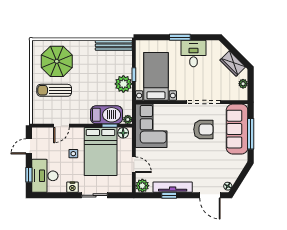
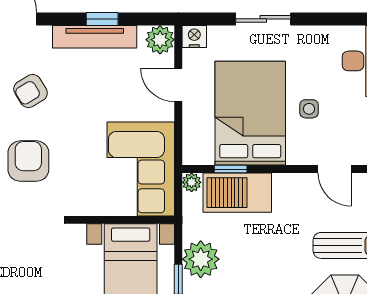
door: (61, 126) -> (335, 169), swing flipped
armchair: (203, 129) -> (28, 161), turned 90
floor lamp: (123, 133) -> (201, 154), removed
armchair: (202, 162) -> (31, 91), added
nightstand: (72, 187) -> (194, 36), moved

